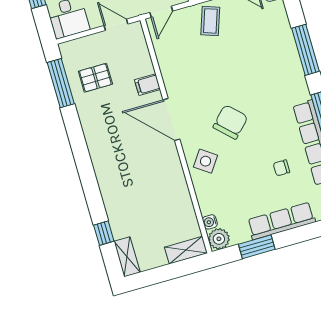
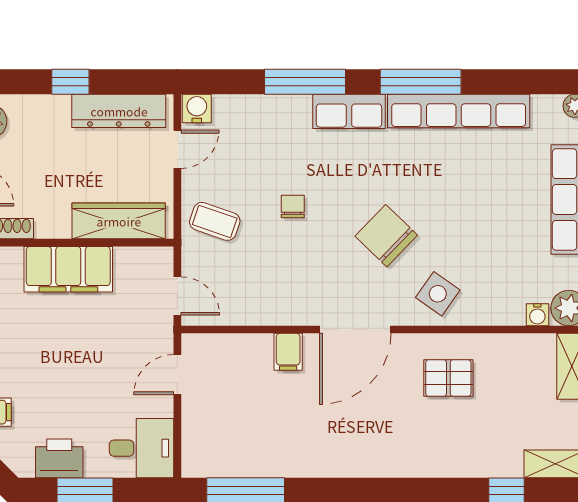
pallet: (95, 78) -> (448, 378), moved, turned 90
row of seats: (296, 80) -> (349, 111), added
chair: (281, 168) -> (293, 206), moved, turned 180

